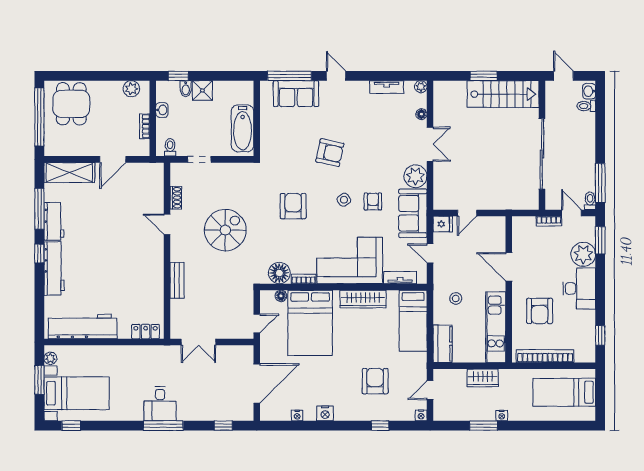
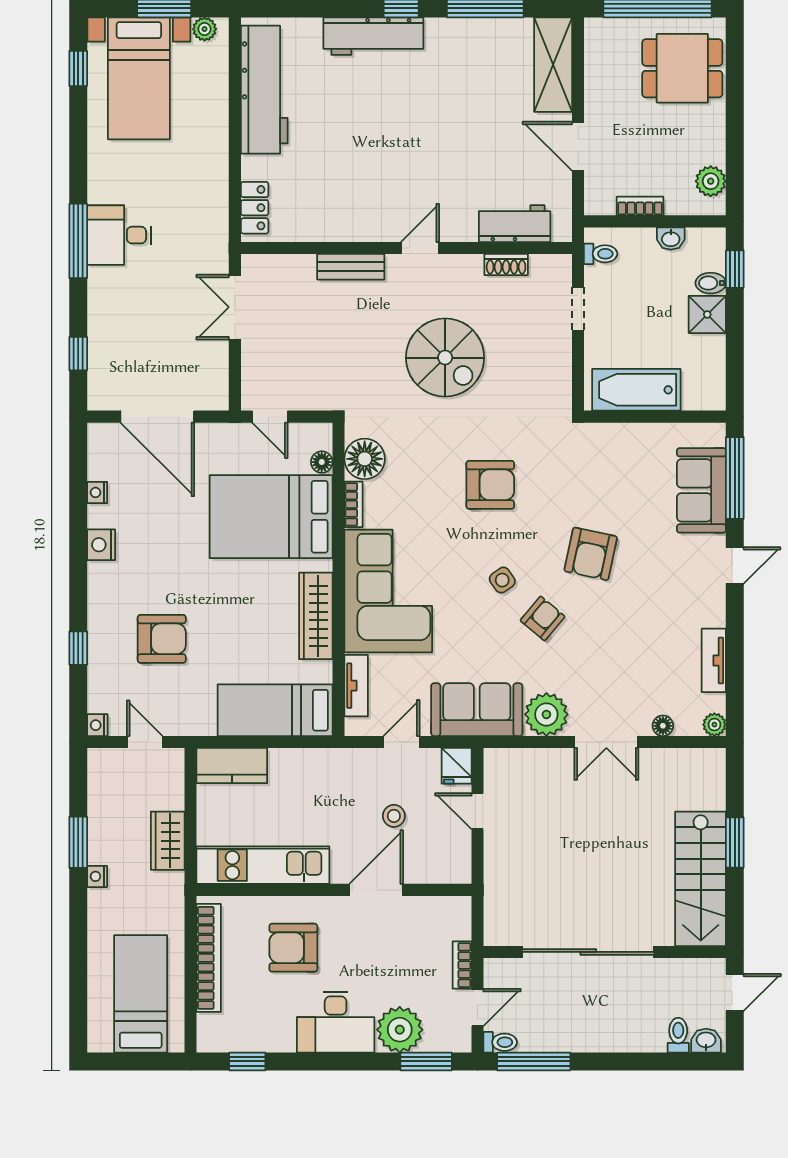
armchair: (373, 202) -> (543, 618), moved, turned -50
workbench: (54, 221) -> (515, 224), moved, turned 180
door: (167, 224) -> (420, 248), moved
stool: (456, 298) -> (394, 816), moved

